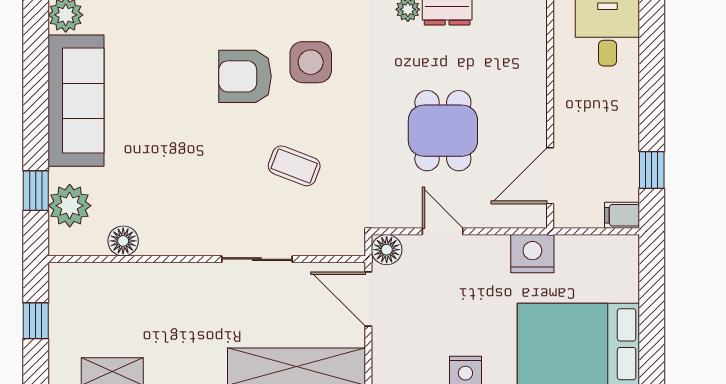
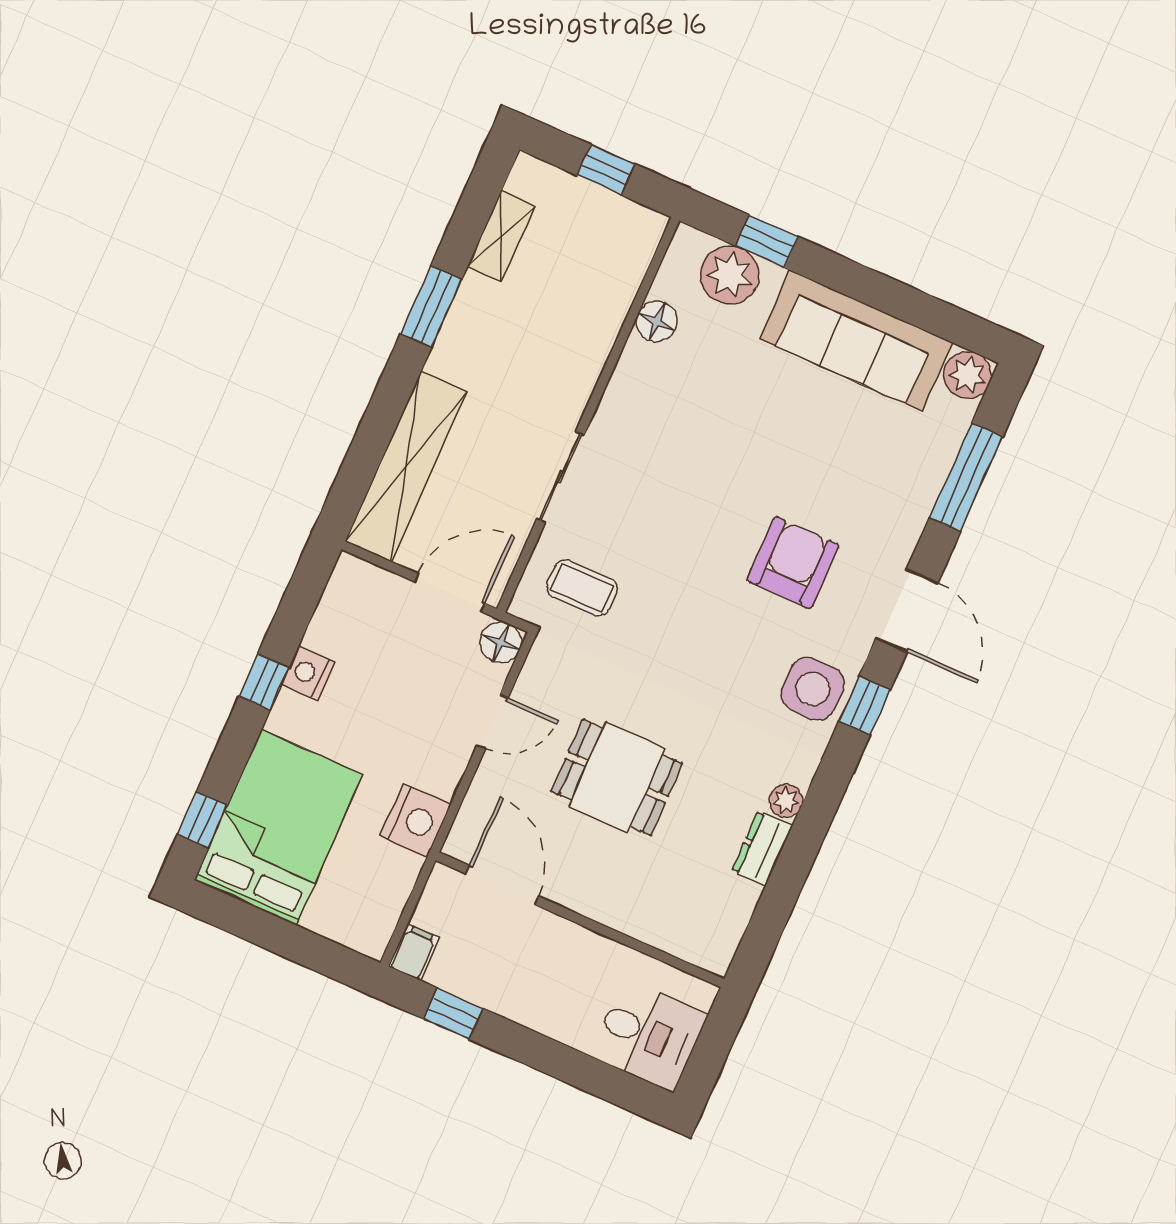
side table: (311, 62) -> (813, 689), moved
coffee table: (294, 166) -> (582, 588), moved, turned 69

